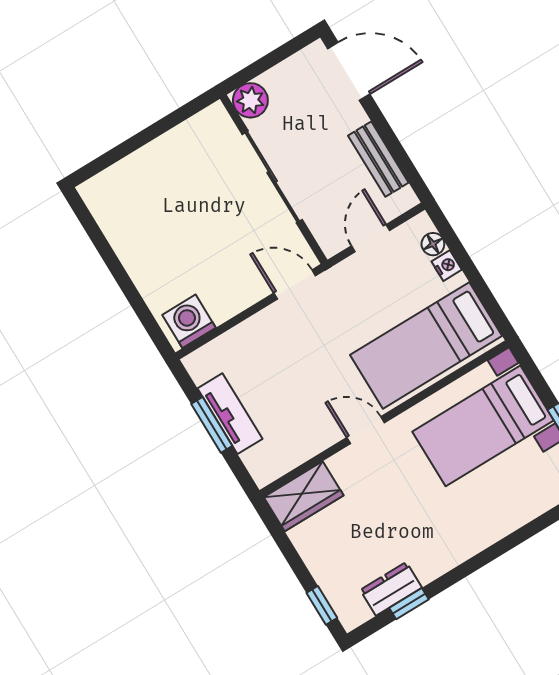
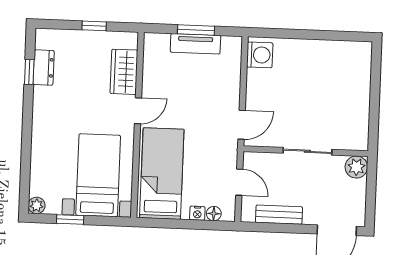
sliding door: (272, 177) -> (307, 151), width x0.73
wardrobe: (304, 496) -> (124, 72), moved
window: (322, 605) -> (94, 26), moved

